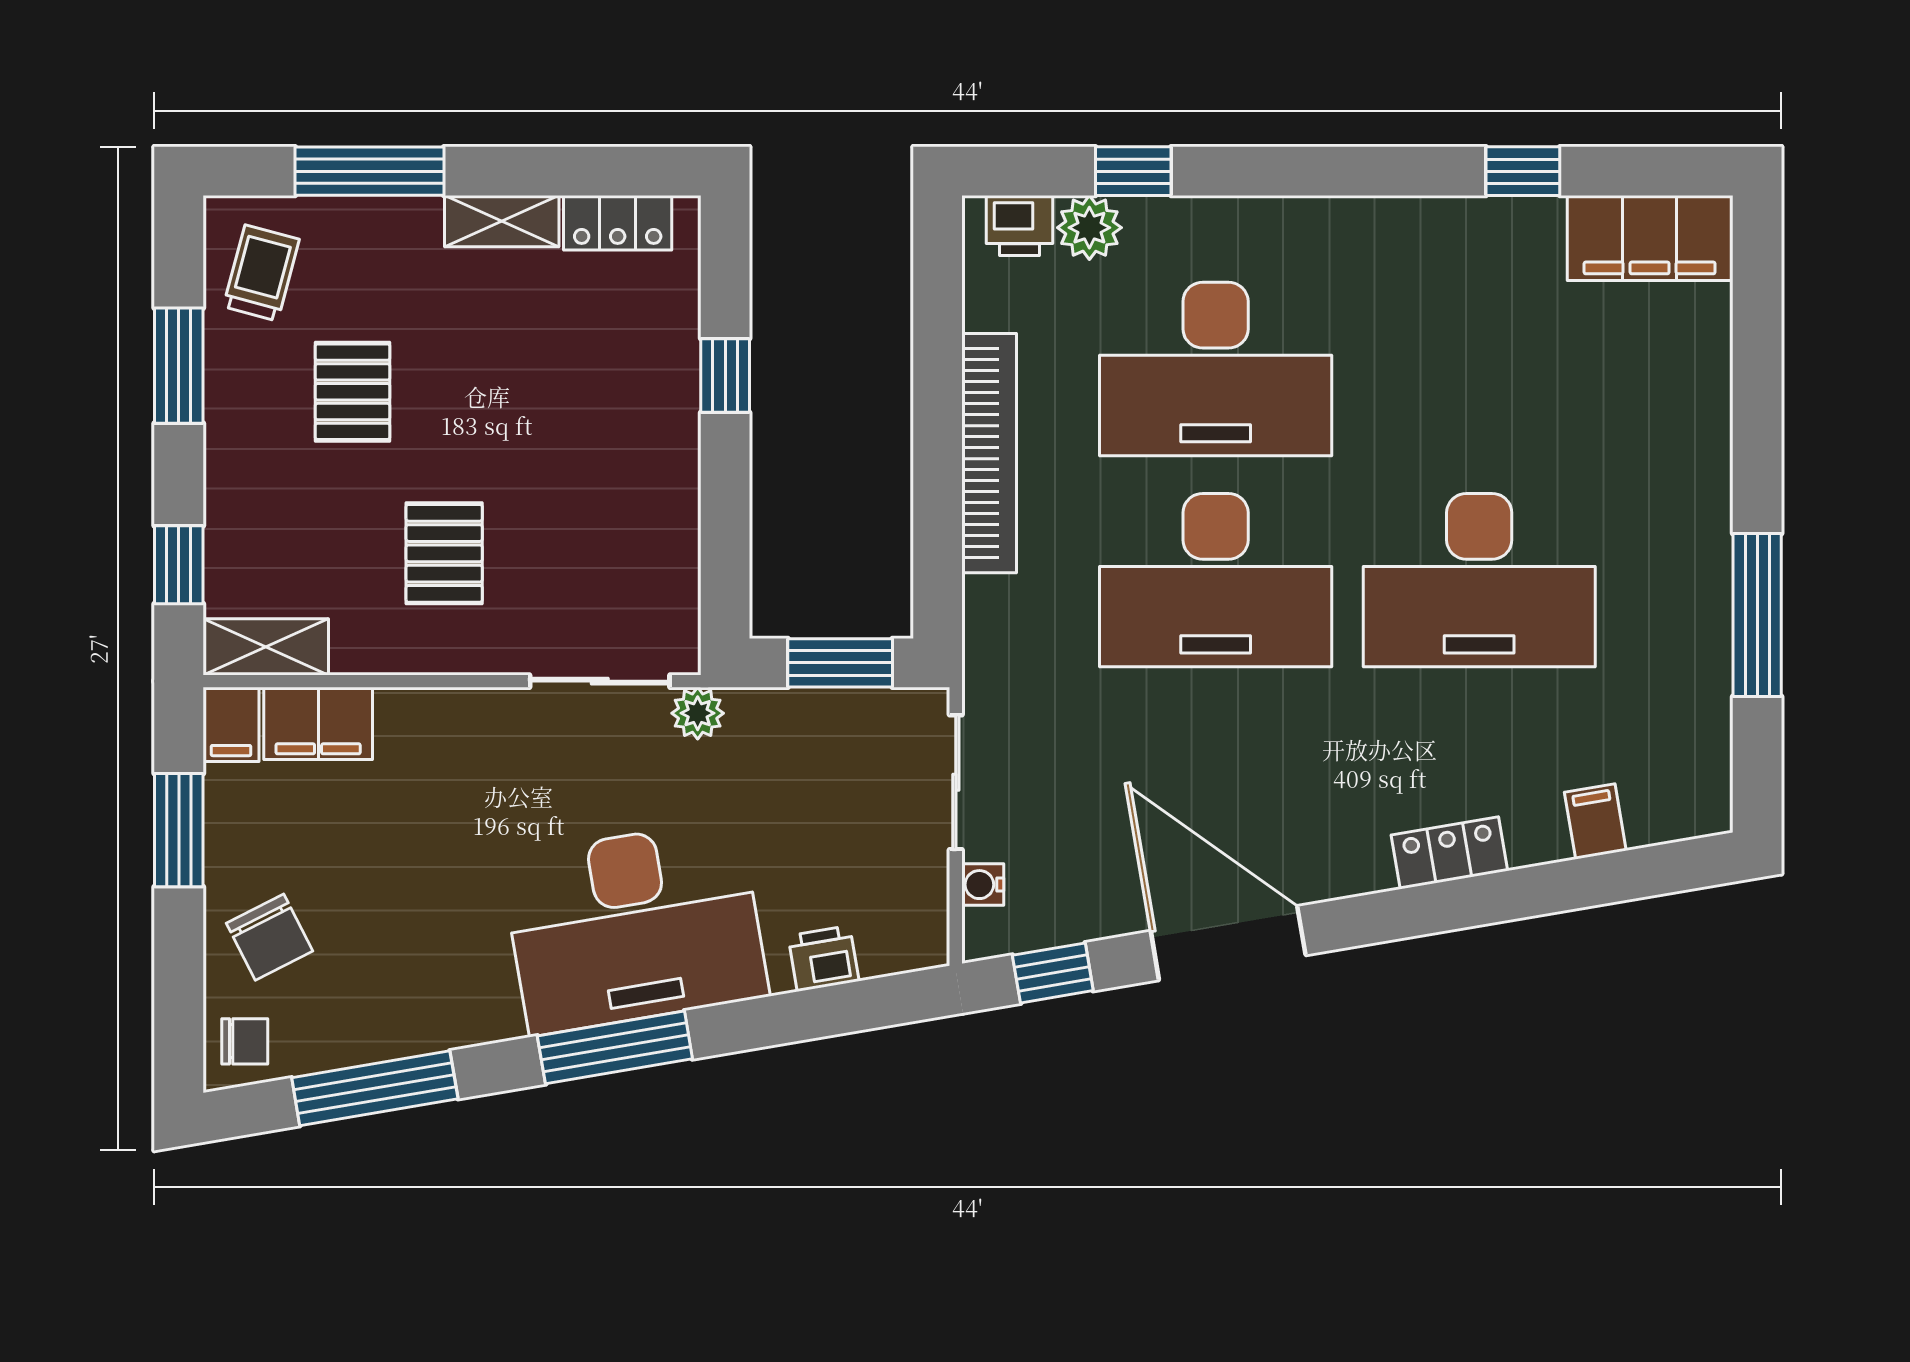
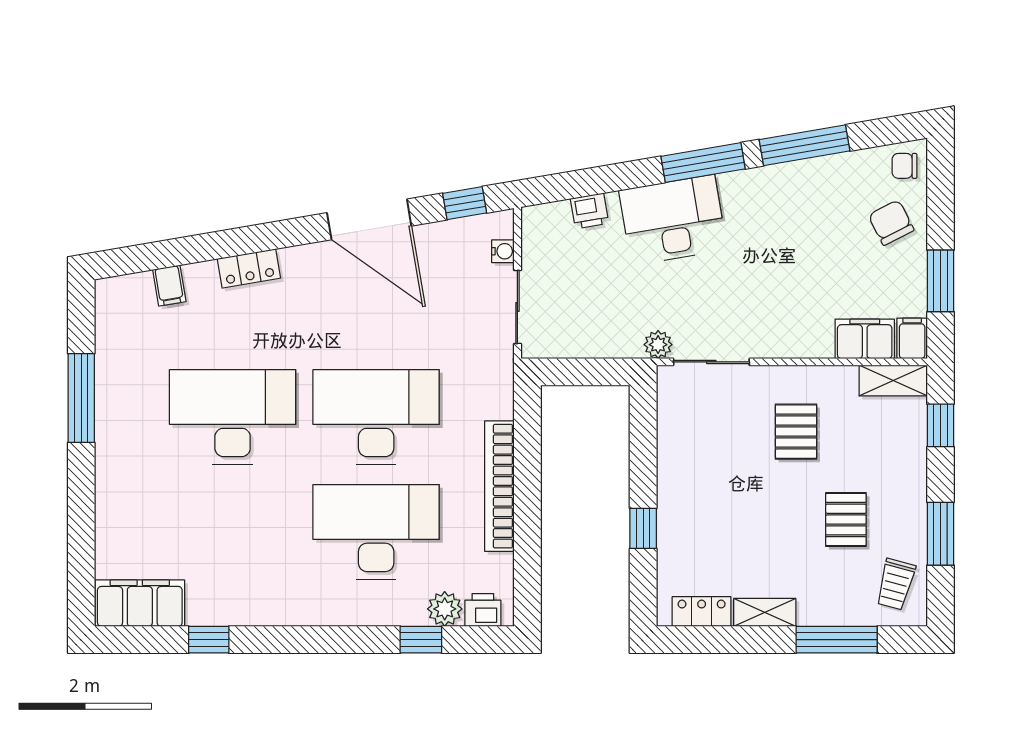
window: (840, 663) -> (580, 372), removed
desk: (635, 927) -> (673, 220), width x0.73, depth x0.77
window: (375, 1088) -> (805, 145), moved

